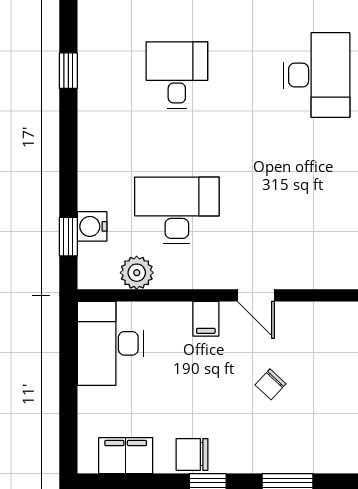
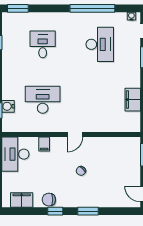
plant: (137, 273) -> (26, 125), removed
door: (256, 295) -> (75, 134), hinge flipped
filing cabinet: (206, 319) -> (44, 144), moved

